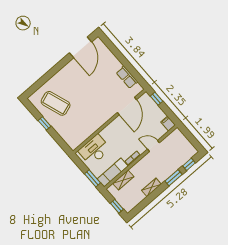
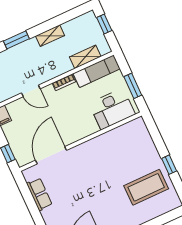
coffee table: (56, 103) -> (146, 187), turned -71
window: (93, 178) -> (133, 86), moved

